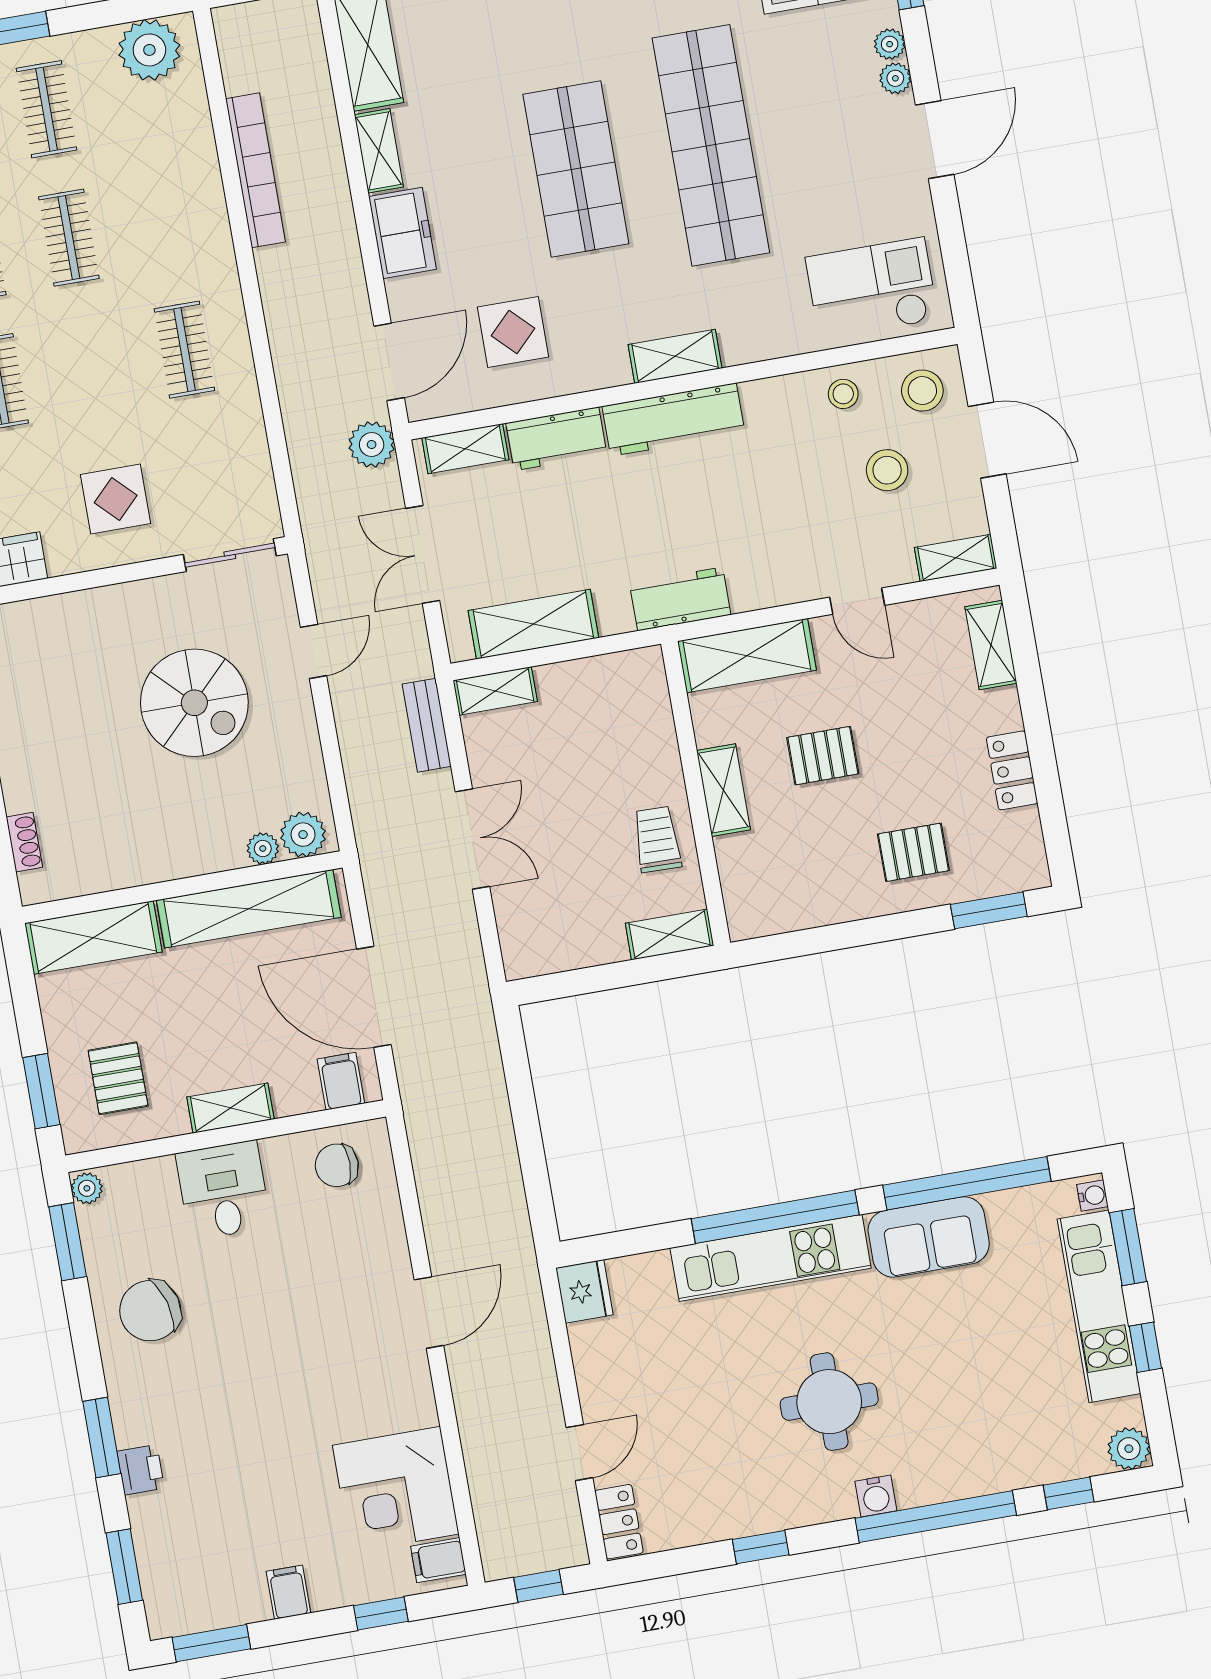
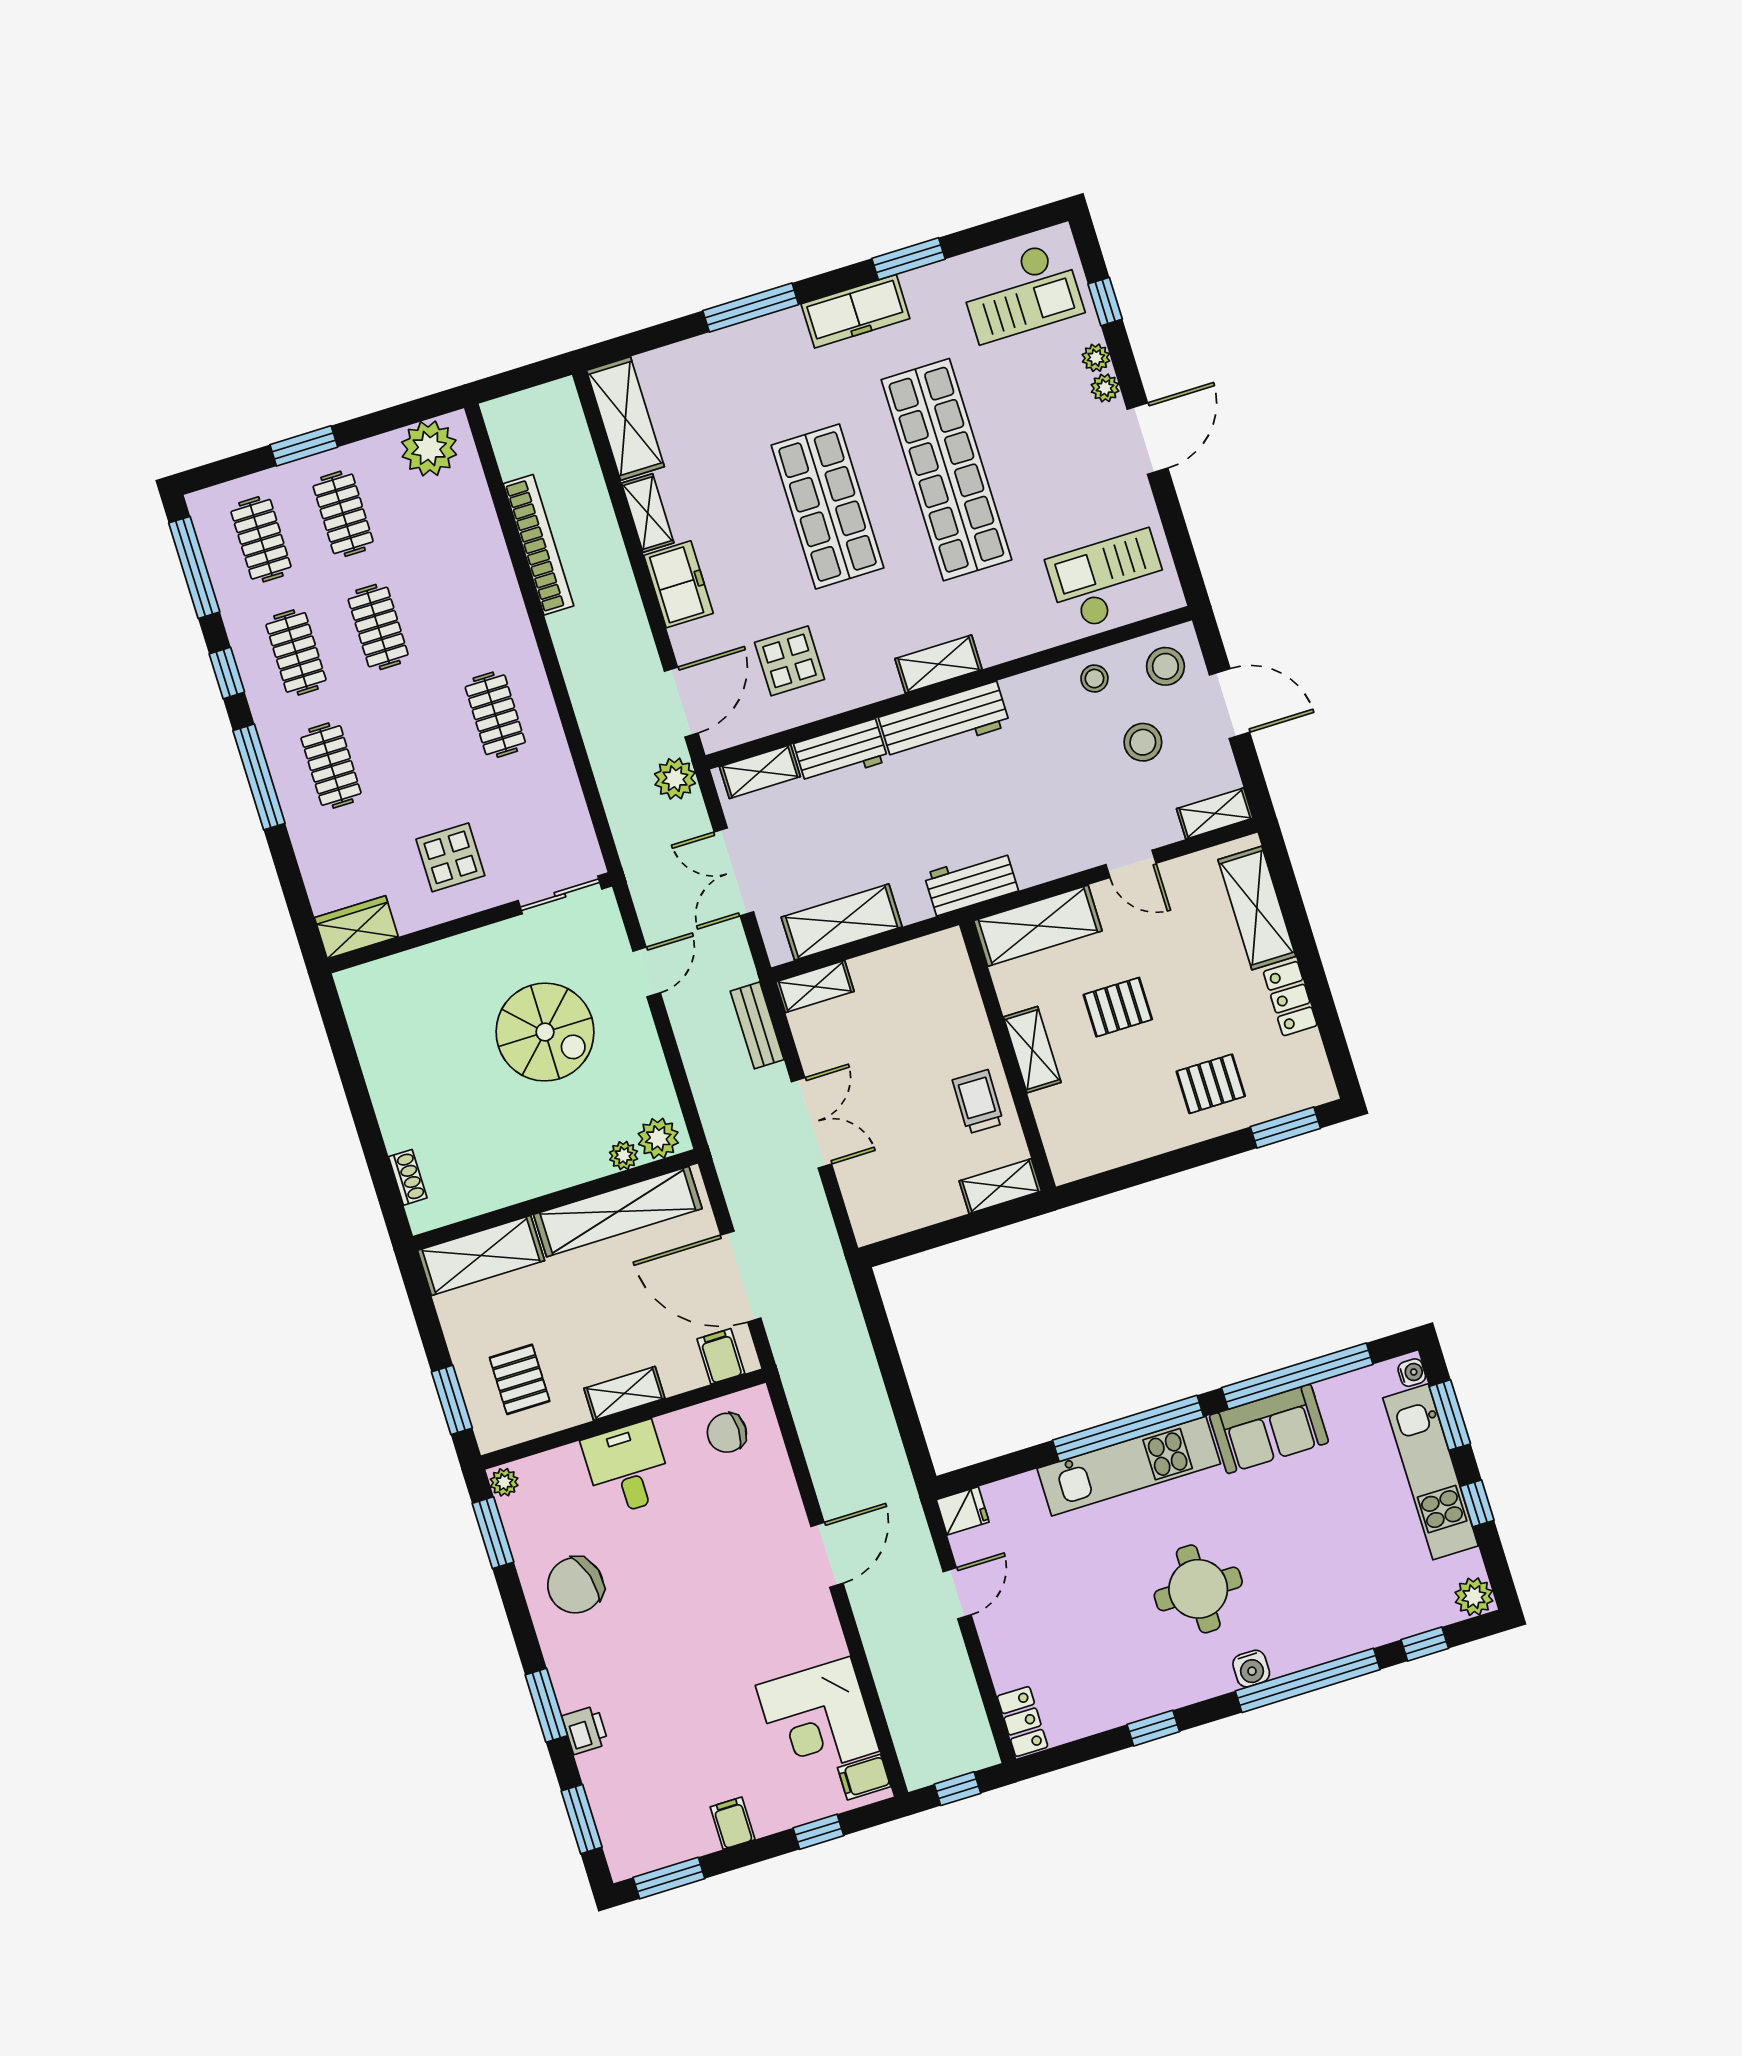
shelving: (991, 645) -> (1257, 908), width x1.50, depth x1.33
fridge: (584, 1291) -> (963, 1511), width x0.72
door: (579, 1453) -> (957, 1593), moved

